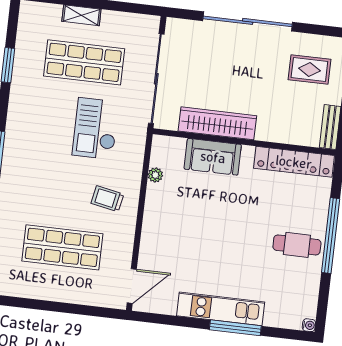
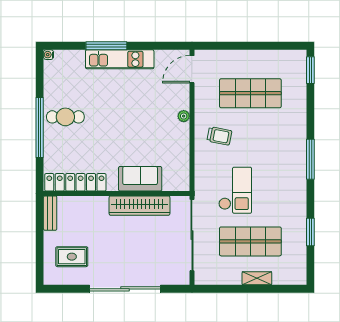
plant: (155, 175) -> (184, 116), moved

